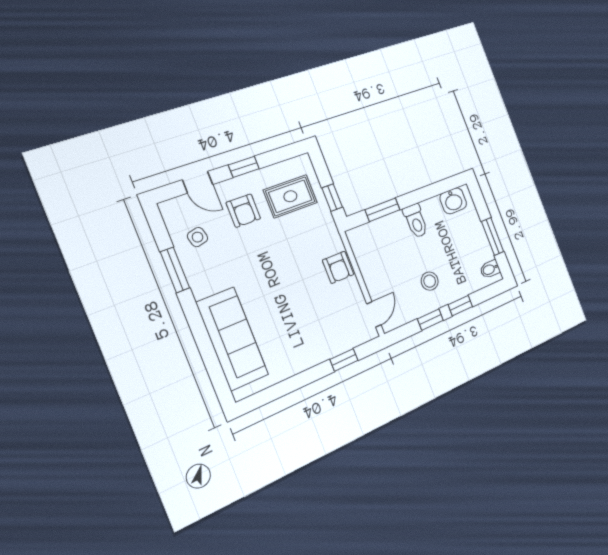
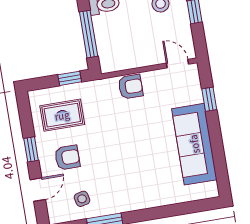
rug: (290, 196) -> (62, 115), turned 90
window: (382, 210) -> (89, 34), width x1.44
sofa: (232, 339) -> (194, 144), moved, turned -90

